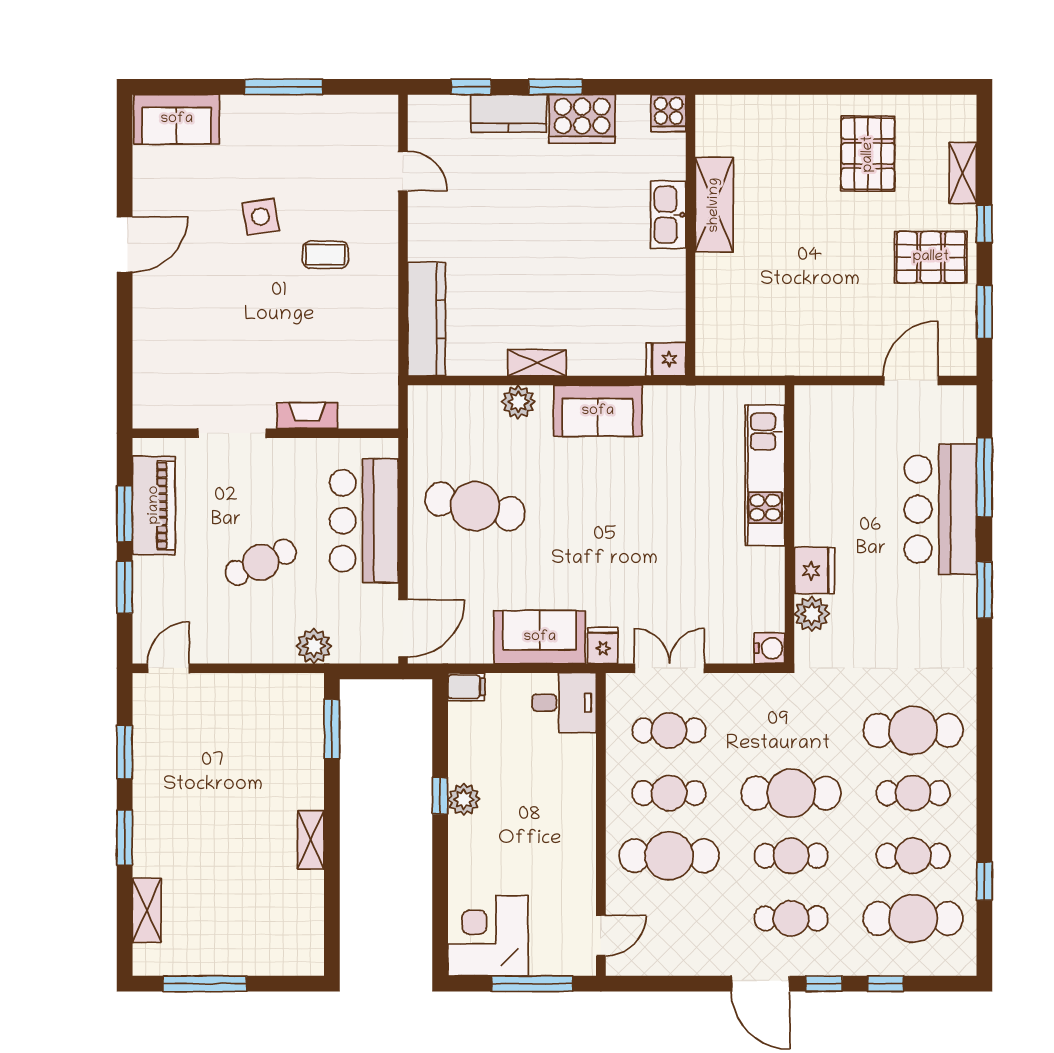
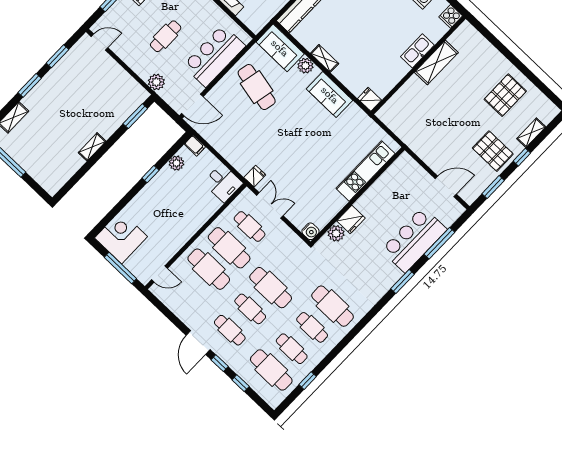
cafe table: (261, 562) -> (166, 36), turned -66
sofa: (540, 637) -> (280, 48), moved, turned 180
cafe table: (669, 793) -> (229, 248), width x1.37, depth x1.35
plant: (464, 799) -> (176, 163), moved

